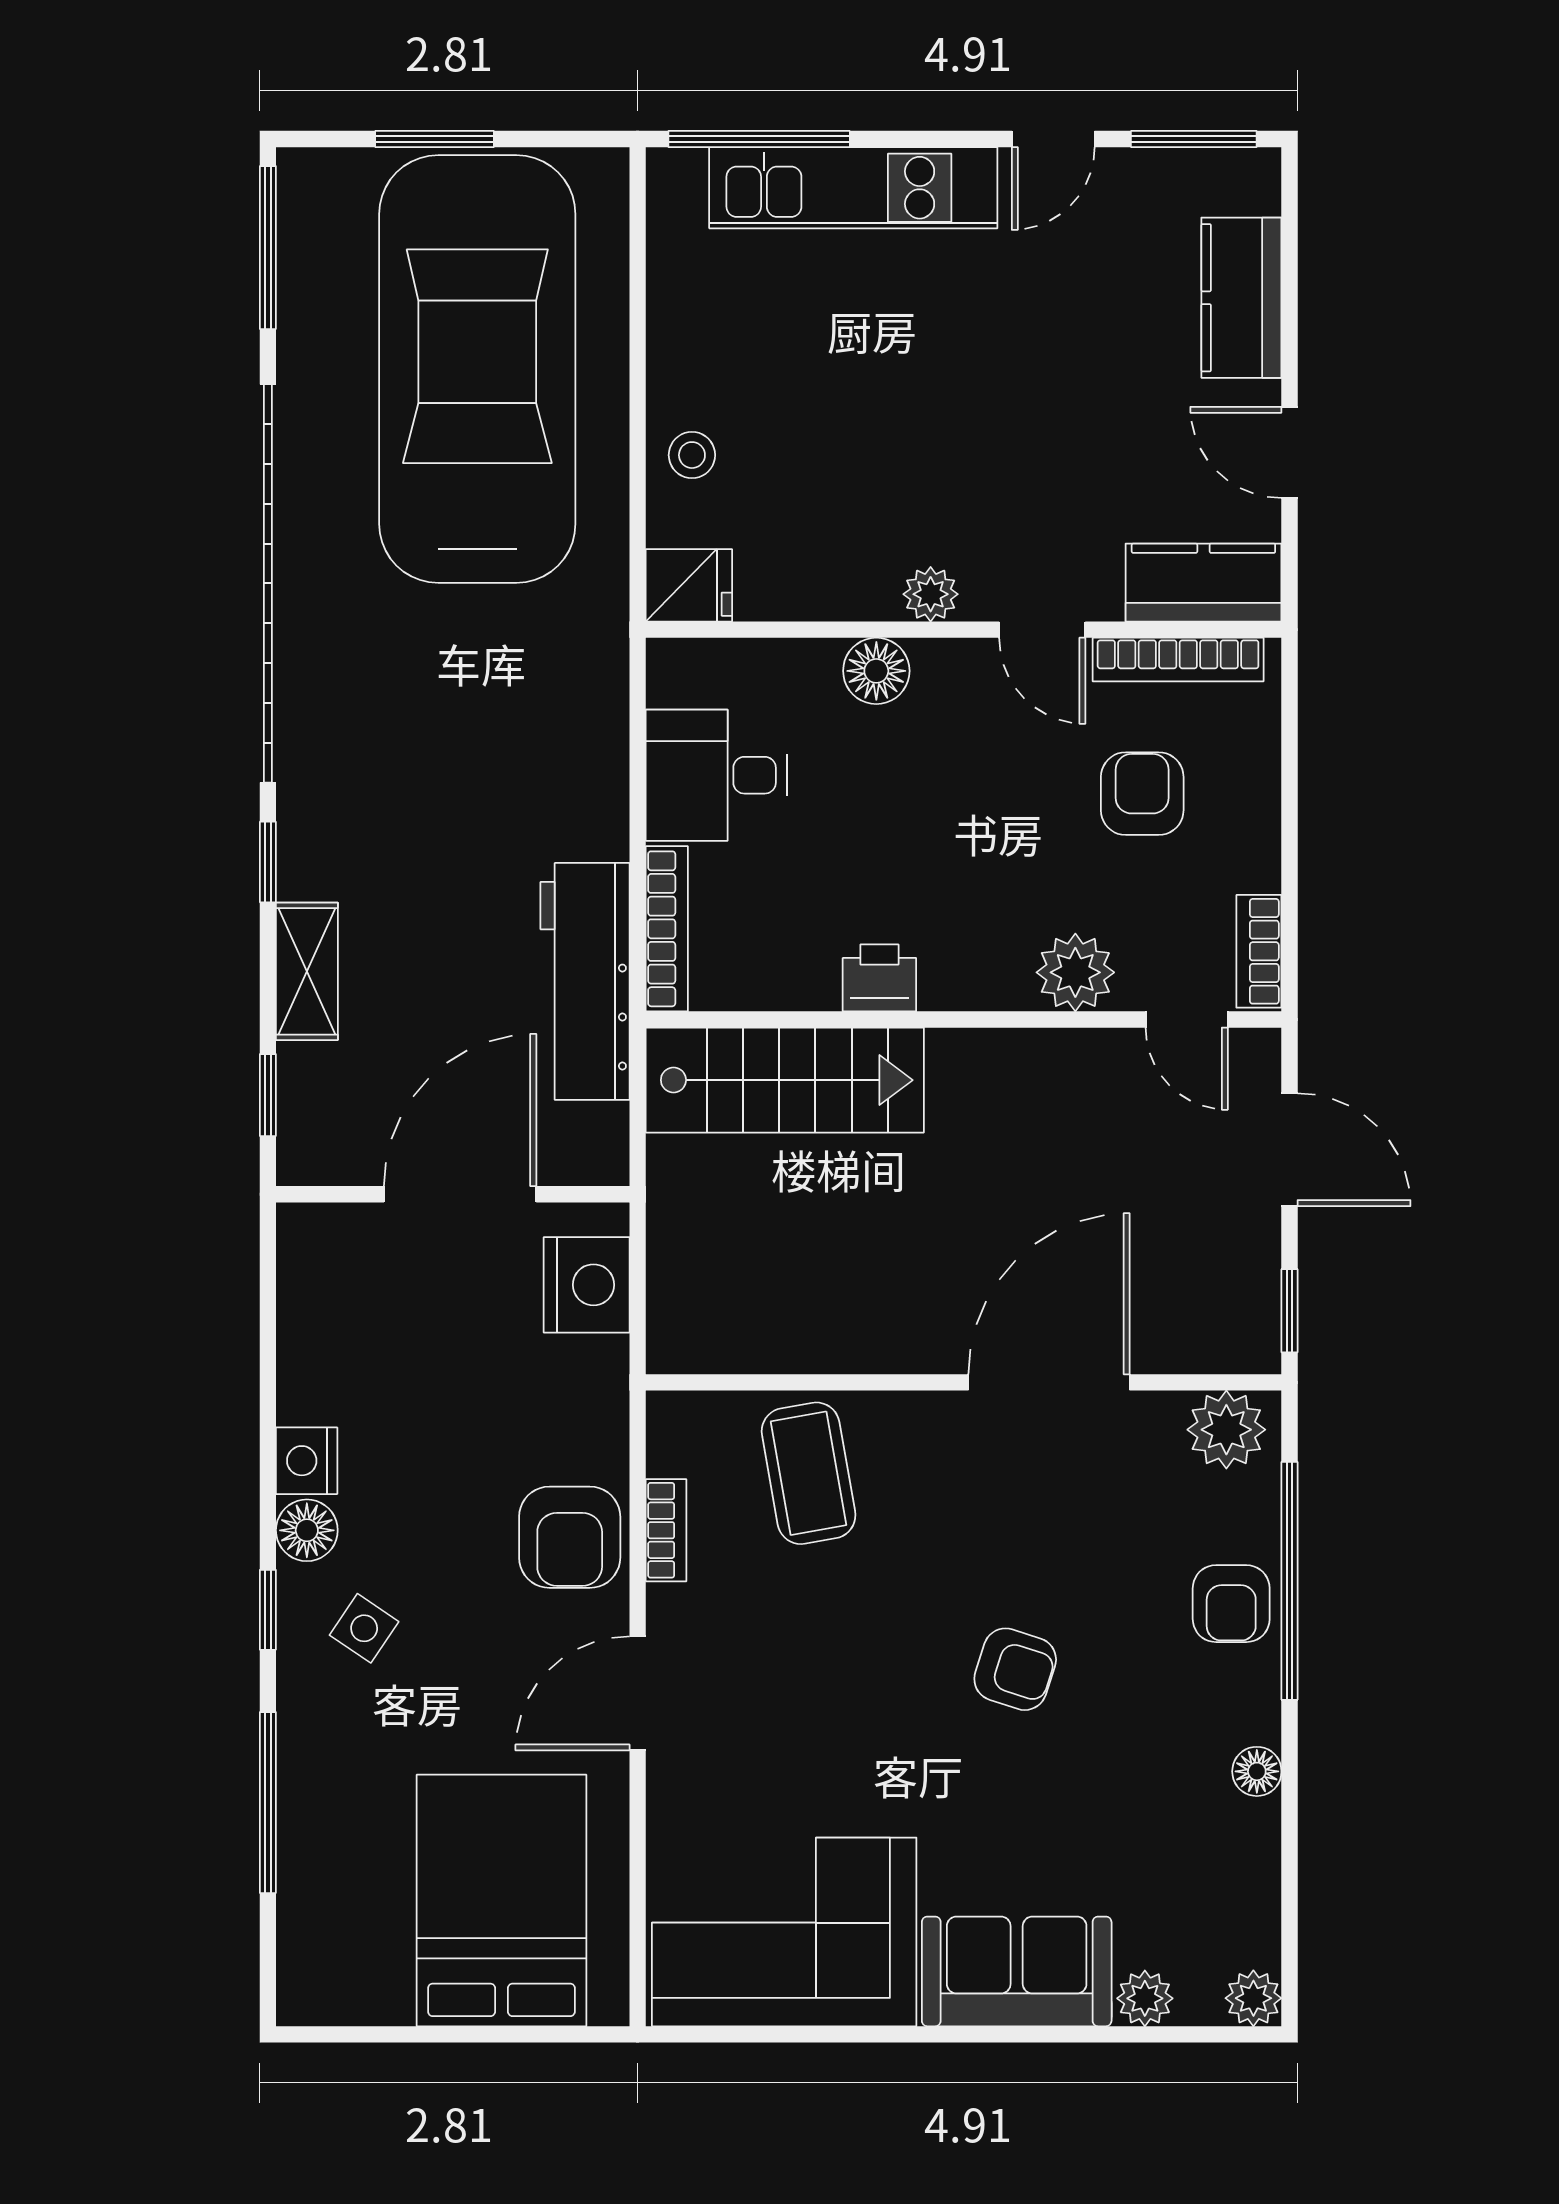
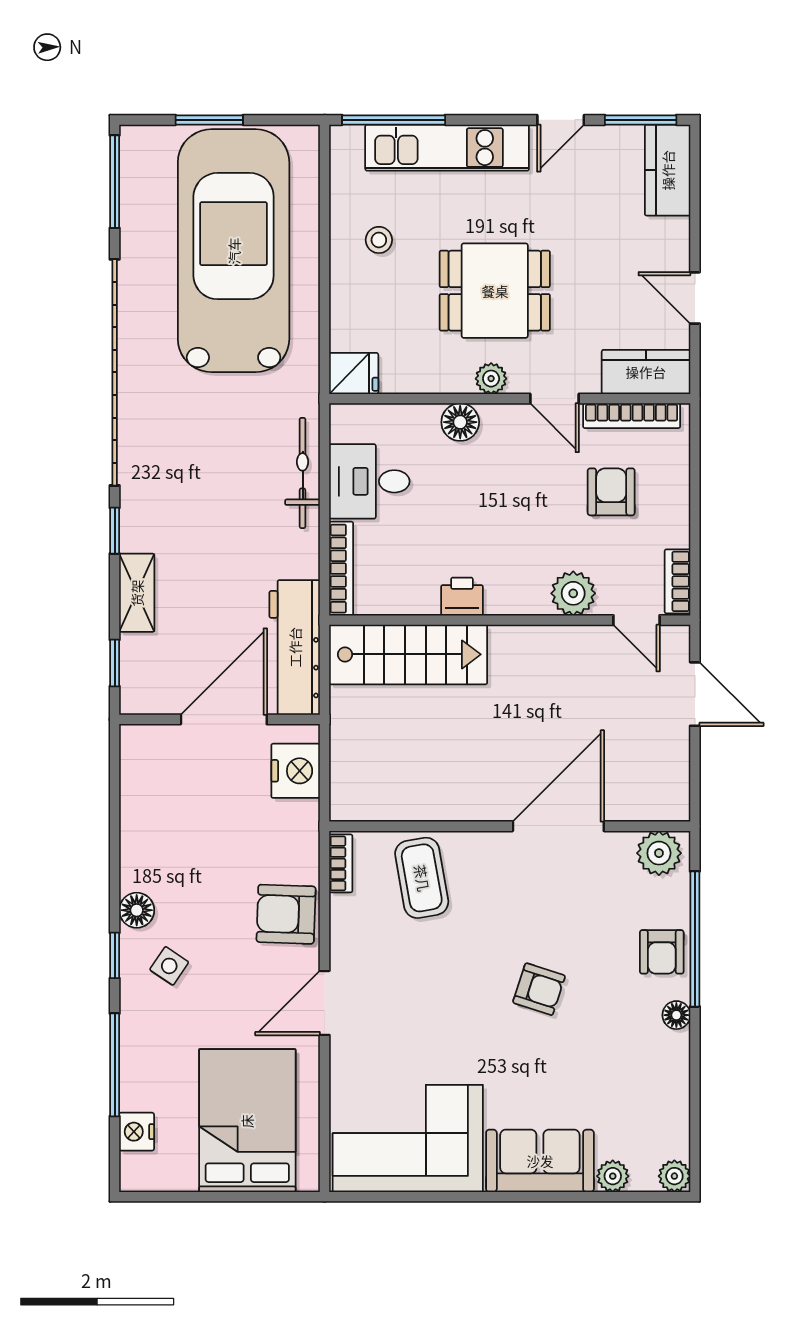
kitchen counter: (1241, 298) -> (668, 170), moved
dining table: (937, 439) -> (495, 291), added
stool: (692, 455) -> (379, 240), moved
bicycle: (599, 760) -> (303, 473), added
workbench: (585, 981) -> (295, 647), moved
window: (1290, 1311) -> (695, 786), removed
nightstand: (307, 1461) -> (137, 1132), moved
bookcase: (666, 1530) -> (341, 863), moved
armchair: (570, 1537) -> (286, 914), turned 92
floor lamp: (1257, 1771) -> (676, 1015), moved

